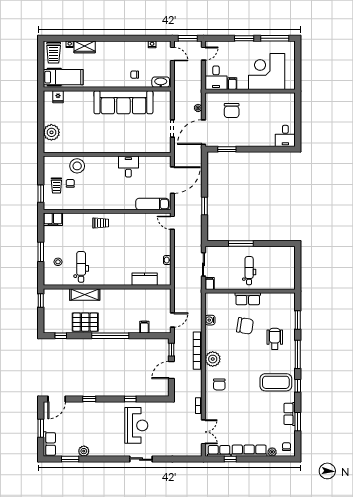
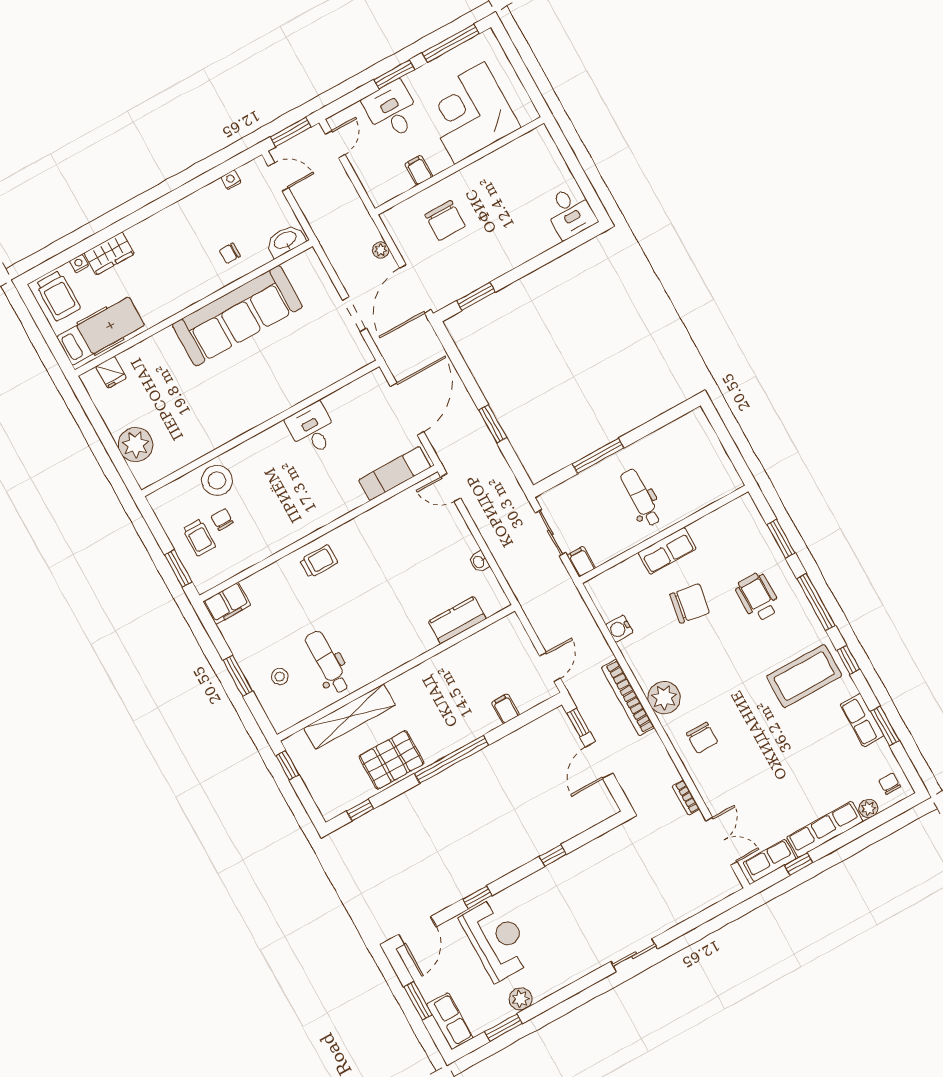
desk: (216, 78) -> (392, 111), moved, turned 180
shelving: (85, 294) -> (350, 716), width x1.47
reception desk: (136, 425) -> (497, 939), moved

